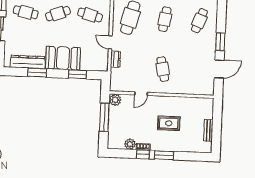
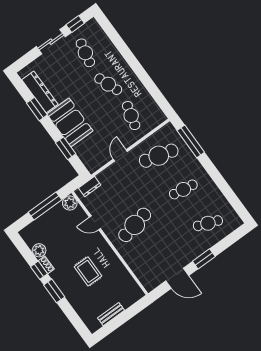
dresser: (115, 59) -> (90, 187), moved
cafe table: (163, 69) -> (135, 225), width x1.37, depth x1.35

